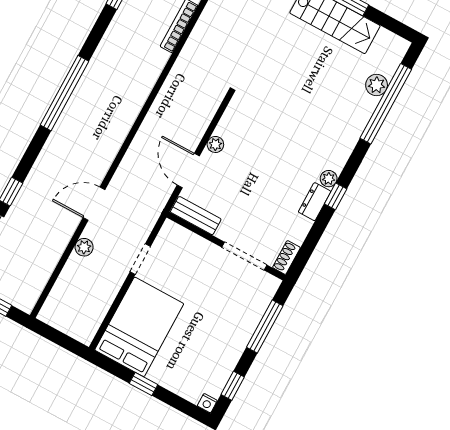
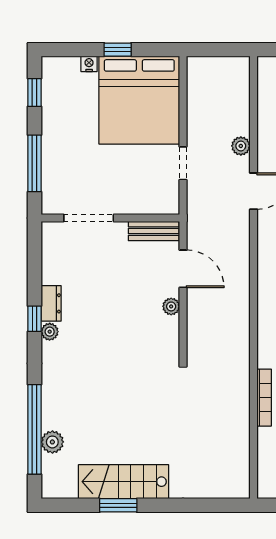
shoe rack: (286, 258) -> (49, 238), removed
bed: (139, 327) -> (139, 100), width x1.36
nightstand: (207, 403) -> (89, 64), moved

